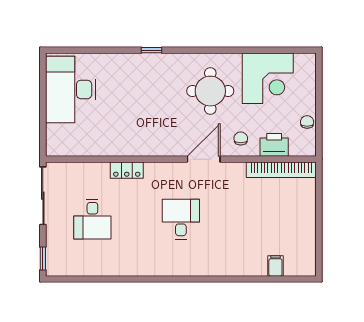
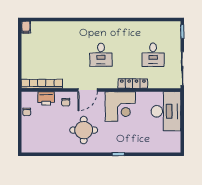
corner desk: (268, 78) -> (120, 107), moved, turned 180
desk: (71, 89) -> (166, 111), moved
locker: (127, 170) -> (133, 84), width x1.53
desk: (92, 219) -> (153, 55), turned 180
filing cabinet: (275, 266) -> (26, 27), moved

